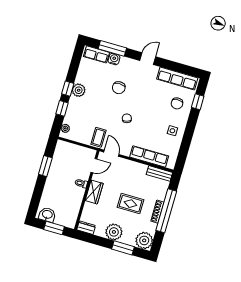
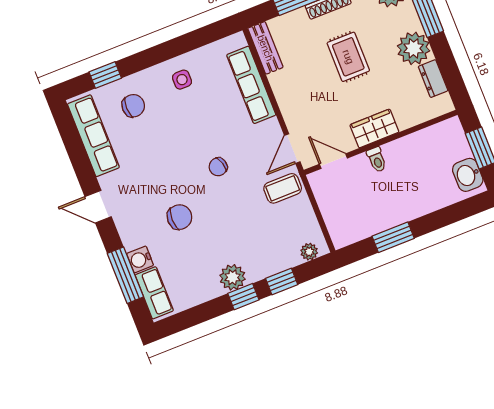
dresser: (86, 228) -> (433, 79), moved

